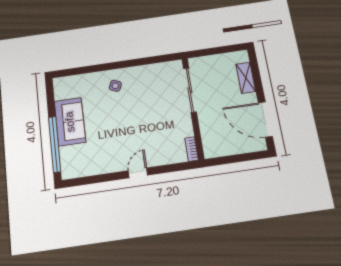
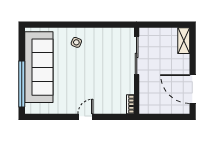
shelving: (246, 78) -> (184, 41), moved
sofa: (70, 122) -> (39, 67), width x1.85, depth x1.27

